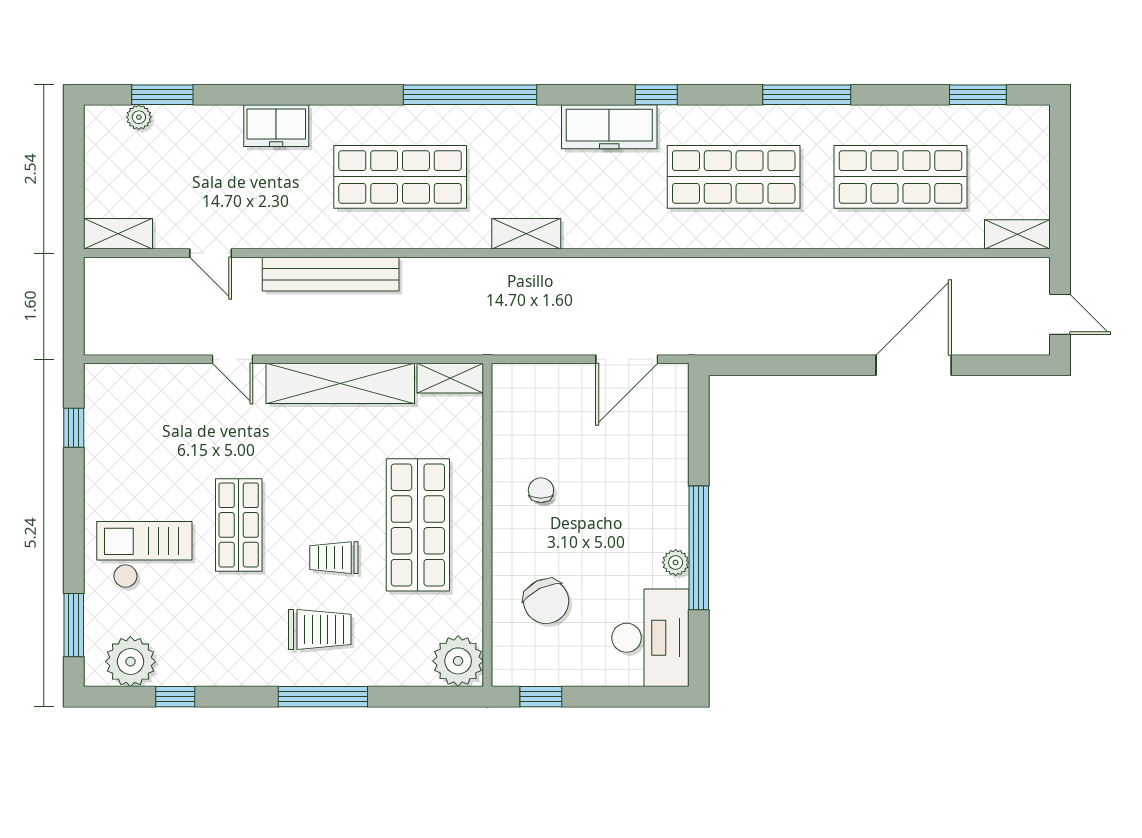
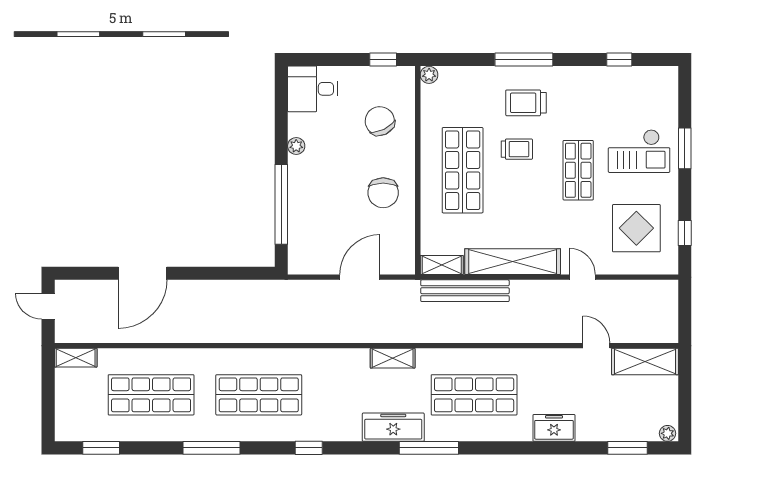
window: (470, 95) -> (429, 448), width x0.68
plant: (139, 117) -> (667, 433), moved
freezer: (609, 127) -> (393, 427), moved
shelving: (118, 234) -> (645, 362), width x1.50, depth x1.33
bench: (331, 274) -> (465, 291), moved
door: (627, 359) -> (360, 277), moved
display table: (149, 435) -> (636, 228), added
chair: (541, 490) -> (383, 193), width x1.87, depth x1.87
window: (699, 548) -> (281, 204), moved
window: (74, 625) -> (685, 148), moved
desk: (650, 638) -> (313, 89), width x0.73
plant: (458, 661) -> (429, 75), width x0.53, depth x0.53
plant: (130, 662) -> (648, 82), removed

